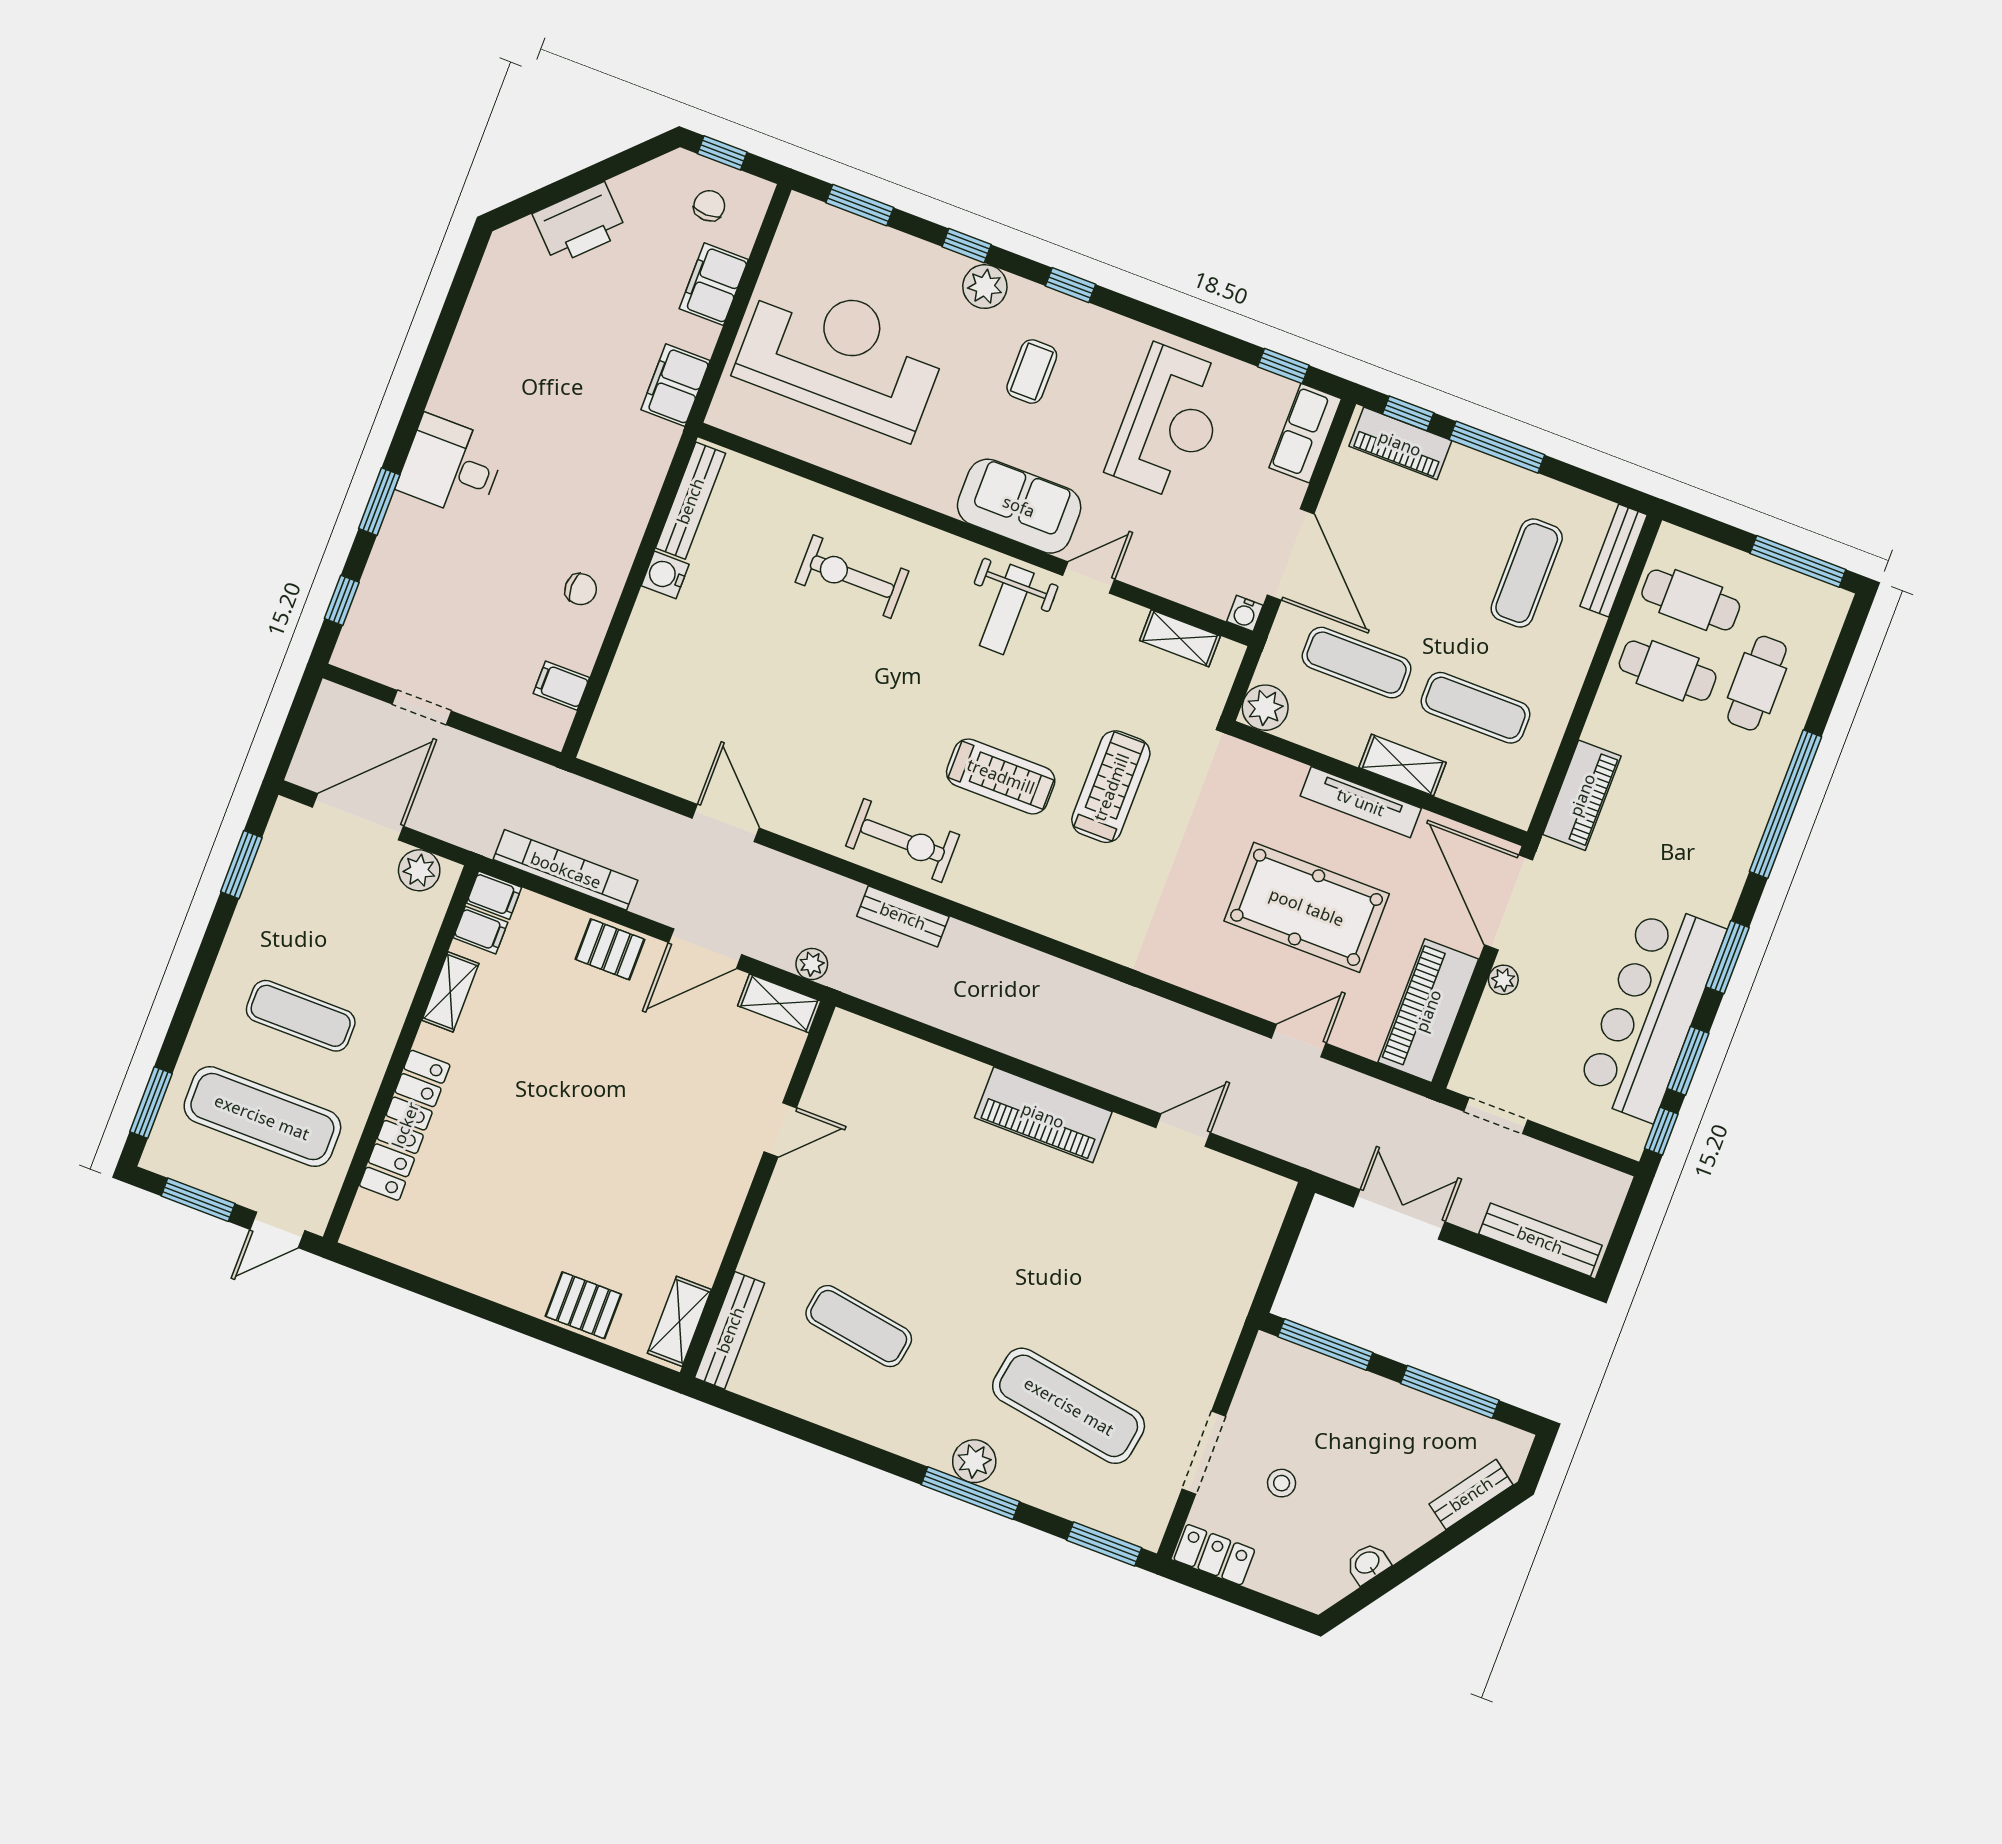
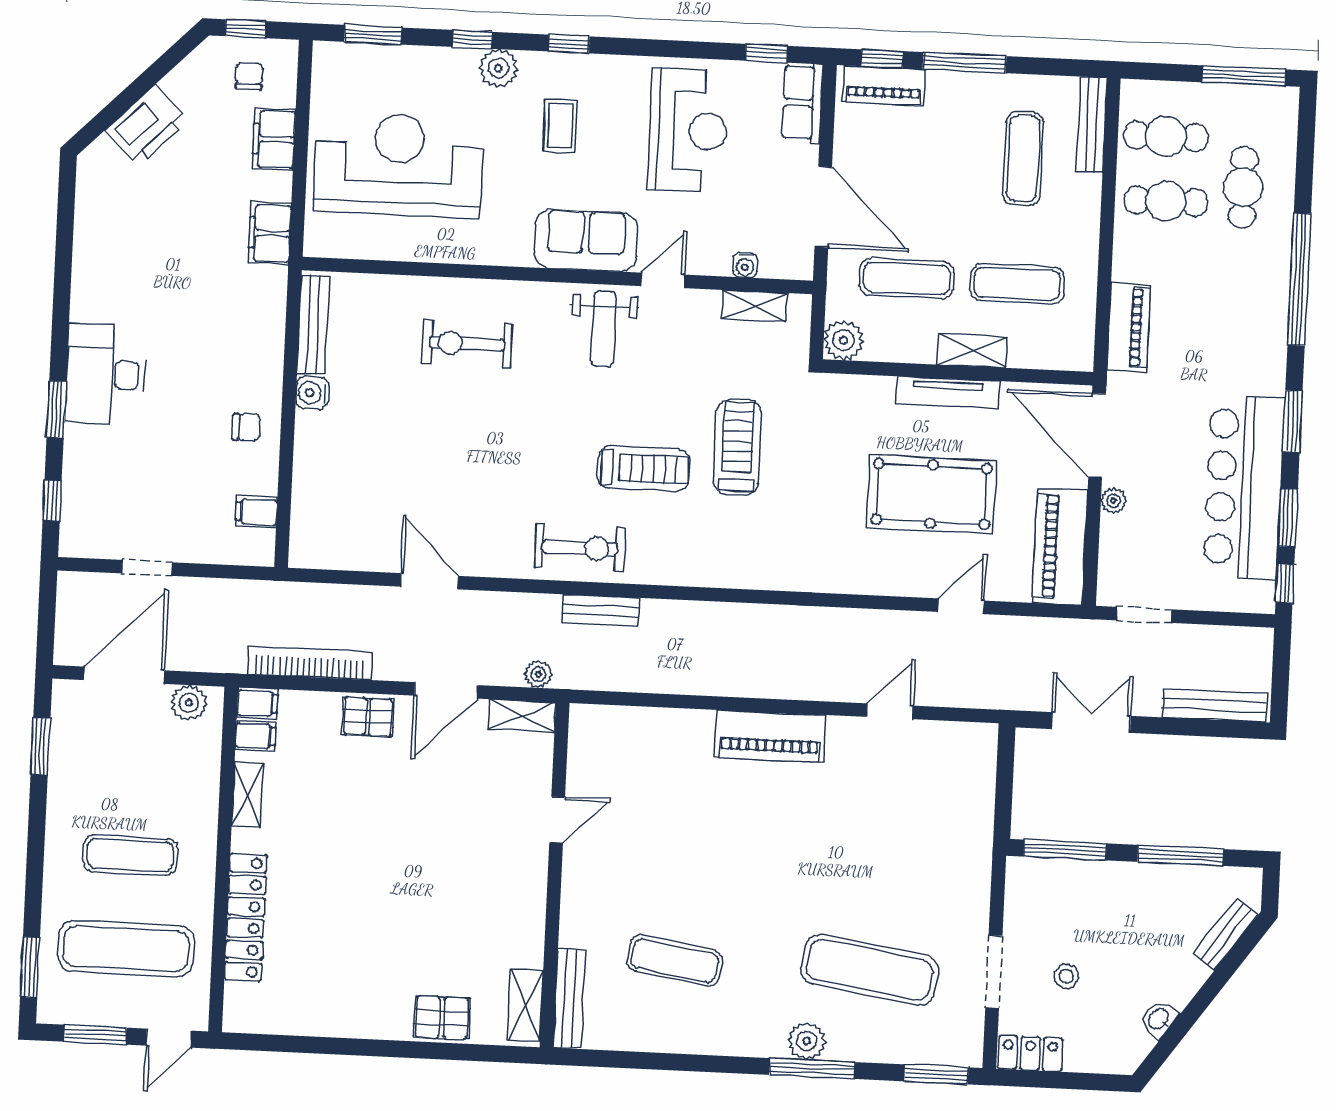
desk: (451, 466) -> (106, 374), width x1.37
water cooler: (1245, 613) -> (745, 265), moved

